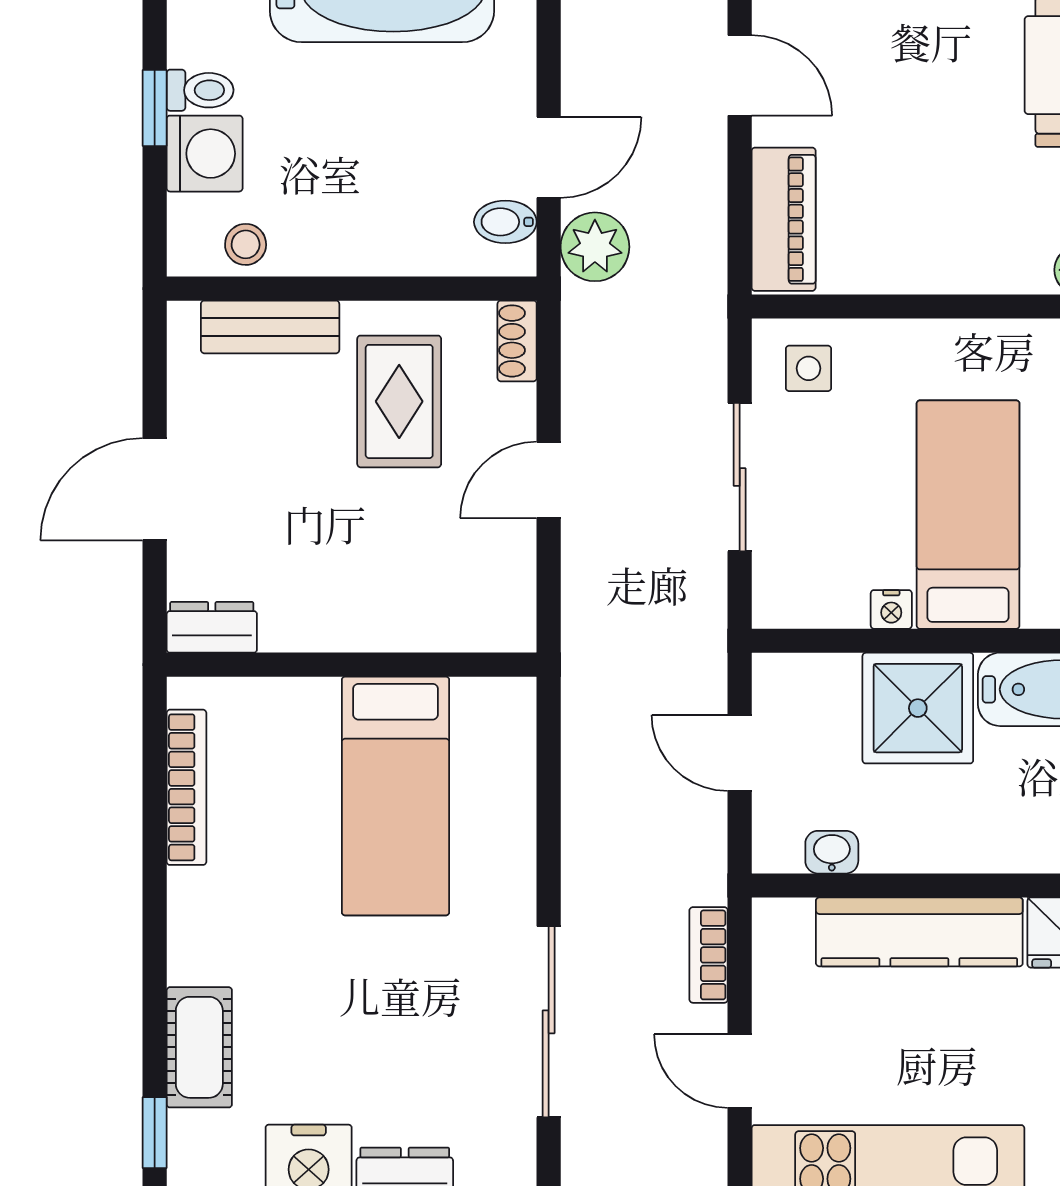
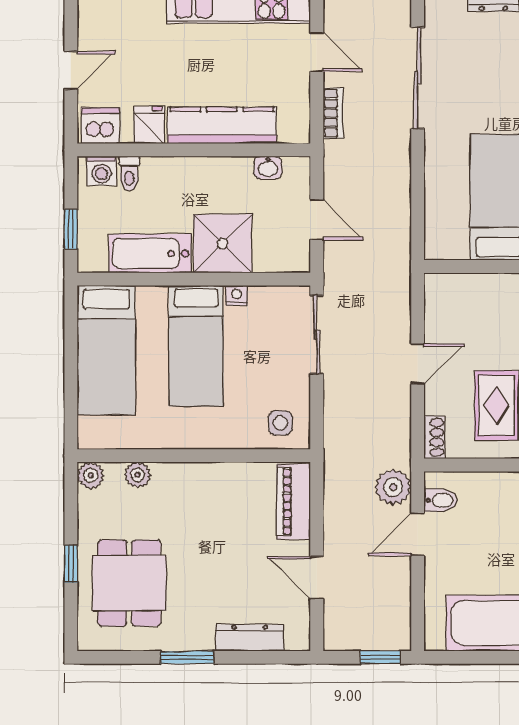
sliding door: (740, 477) -> (317, 335), moved

